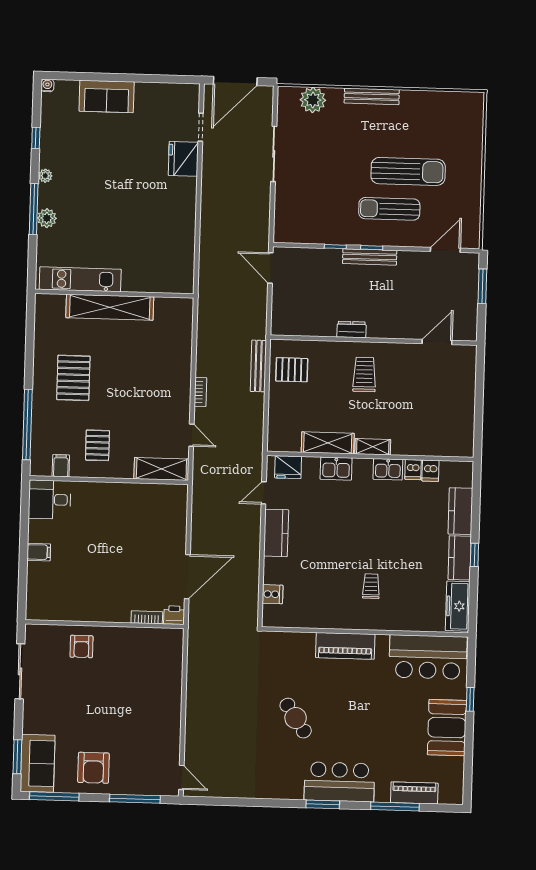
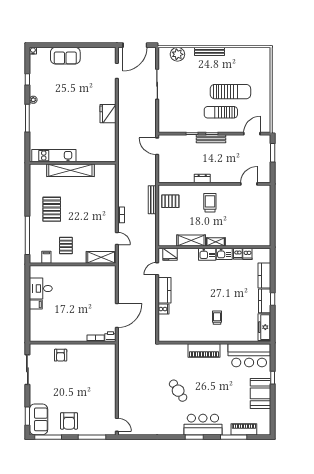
fridge: (183, 159) -> (108, 114), moved
plant: (47, 218) -> (35, 123), removed
kitchen sink: (336, 469) -> (207, 254), moved
desk: (50, 500) -> (41, 289), moved
cooker: (273, 594) -> (164, 309), moved

